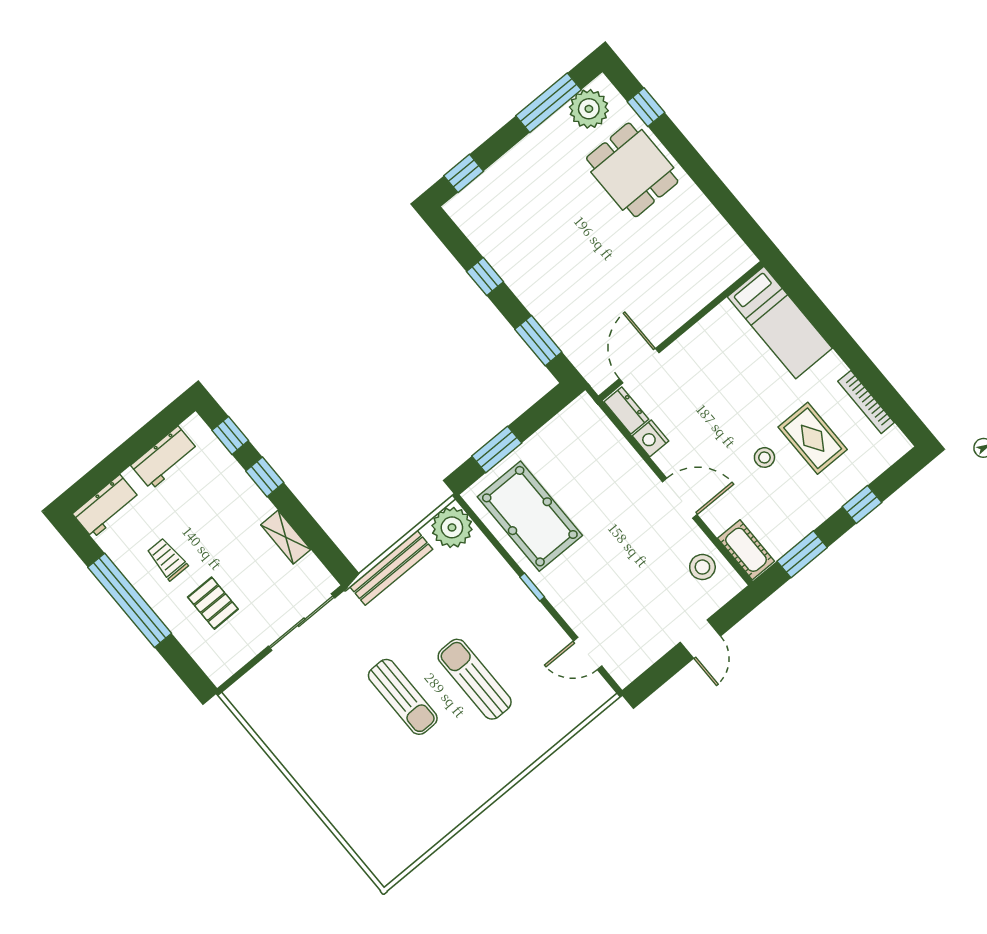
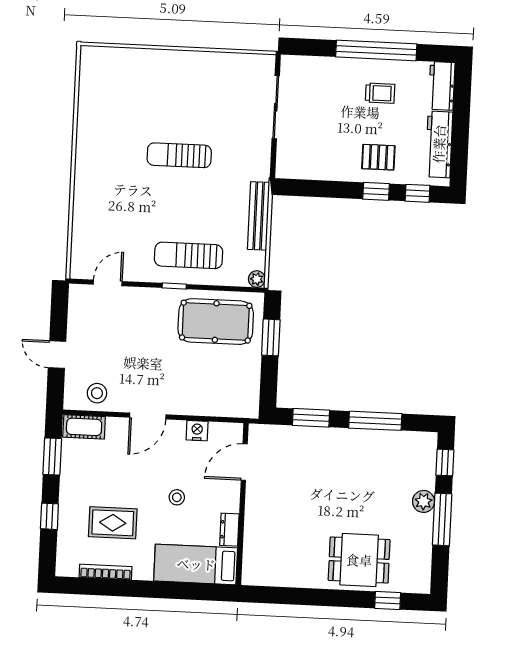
window: (549, 103) -> (442, 519), moved
plant: (589, 109) -> (424, 501), moved, width x0.73, depth x0.73
window: (485, 277) -> (375, 421), width x2.17
door: (639, 366) -> (244, 462), swing flipped
dresser: (626, 411) -> (229, 530), moved, turned 90
stool: (764, 457) -> (177, 497), moved
workbench: (165, 458) -> (439, 144), width x1.37
plant: (452, 527) -> (257, 279), width x0.53, depth x0.53
shelving: (286, 537) -> (331, 172), removed
pallet: (213, 603) -> (378, 157), moved
sliding door: (301, 622) -> (276, 107), moved
sun lounger: (475, 679) -> (189, 255), moved, turned 180

